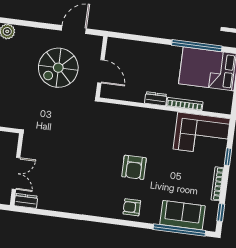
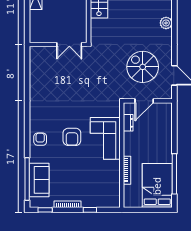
dresser: (156, 99) -> (128, 123), moved
corner sofa: (202, 134) -> (105, 138), moved
armchair: (134, 167) -> (72, 137), turned -90
double door: (16, 173) -> (69, 44), moved
dresser: (26, 201) -> (34, 55), removed

